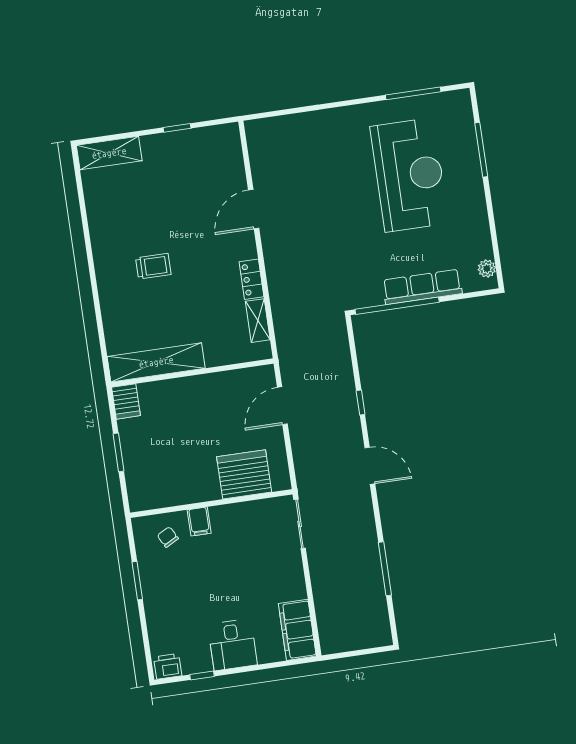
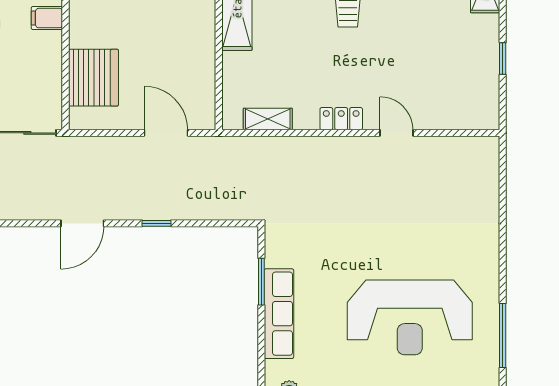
door: (254, 209) -> (396, 133), width x0.73
locker: (251, 279) -> (341, 119), moved
window: (397, 306) -> (261, 282), width x0.47

